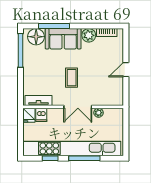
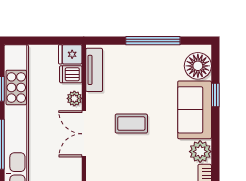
window: (54, 26) -> (215, 95), width x0.46
window: (21, 50) -> (153, 41), moved
plant: (99, 113) -> (74, 98), moved

